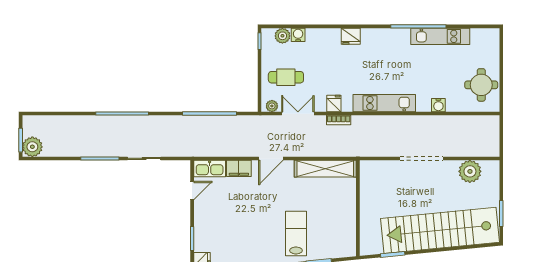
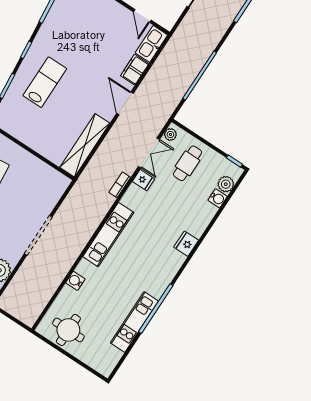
fridge: (334, 104) -> (143, 180), moved
lab bench: (296, 233) -> (45, 82), turned -90

